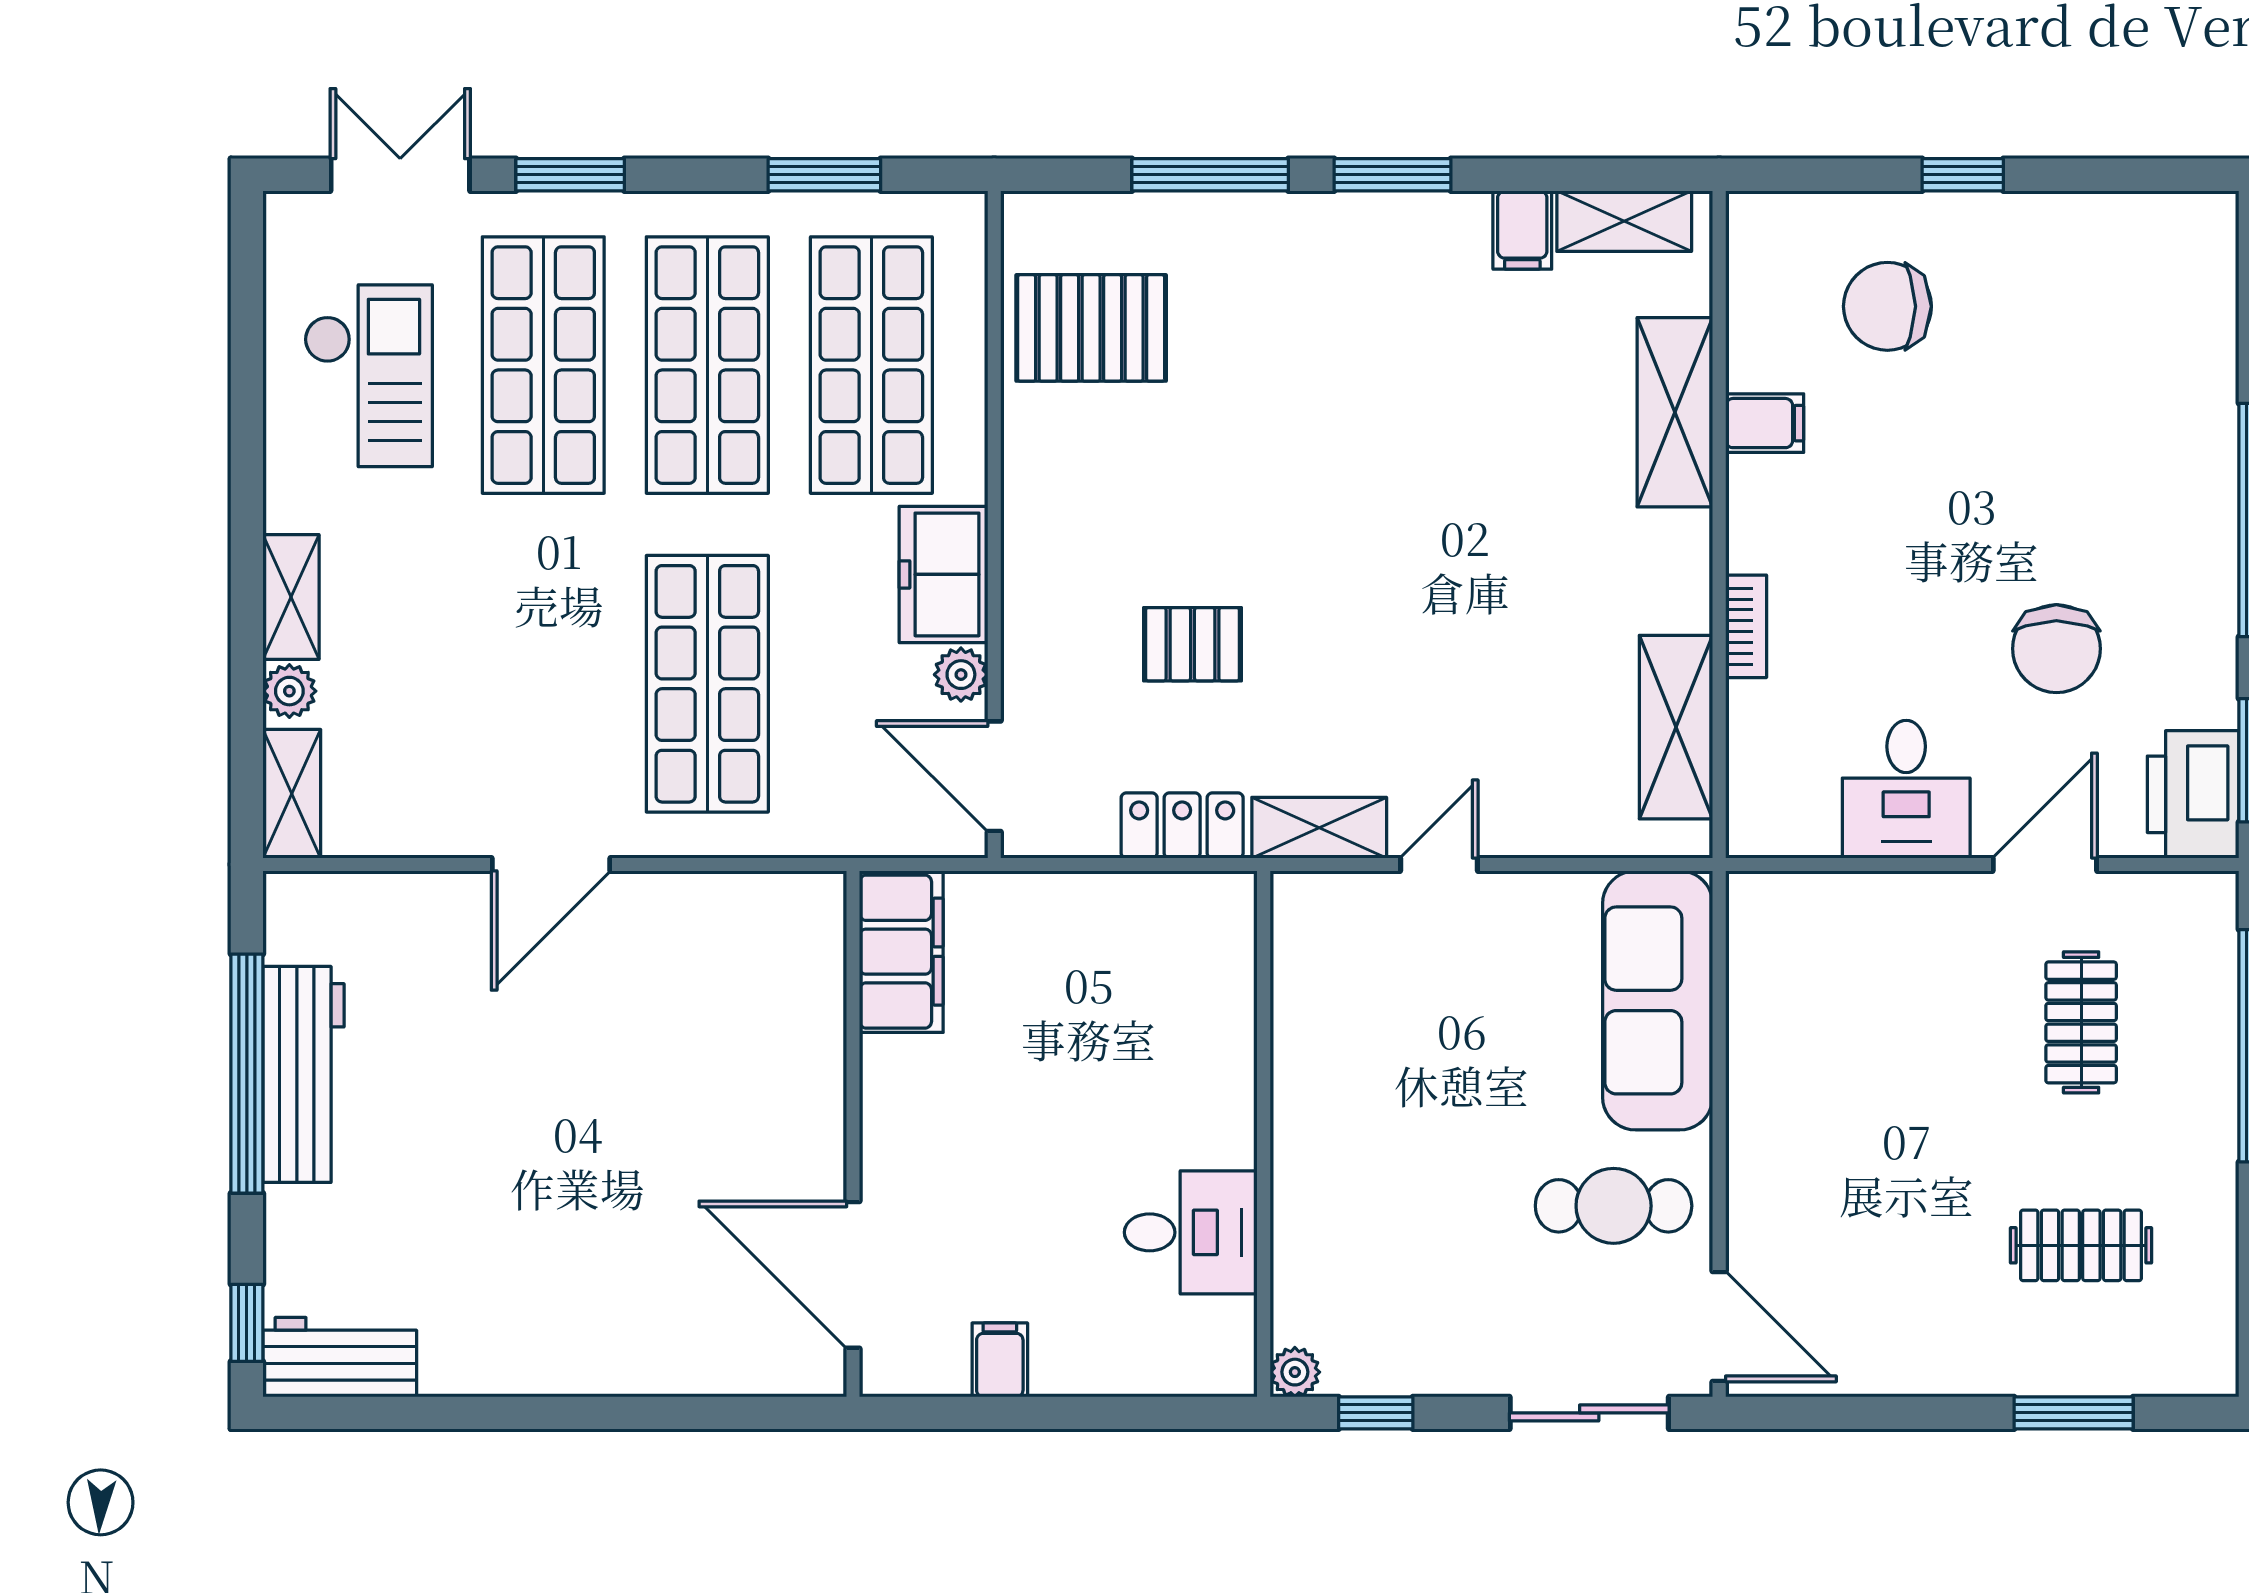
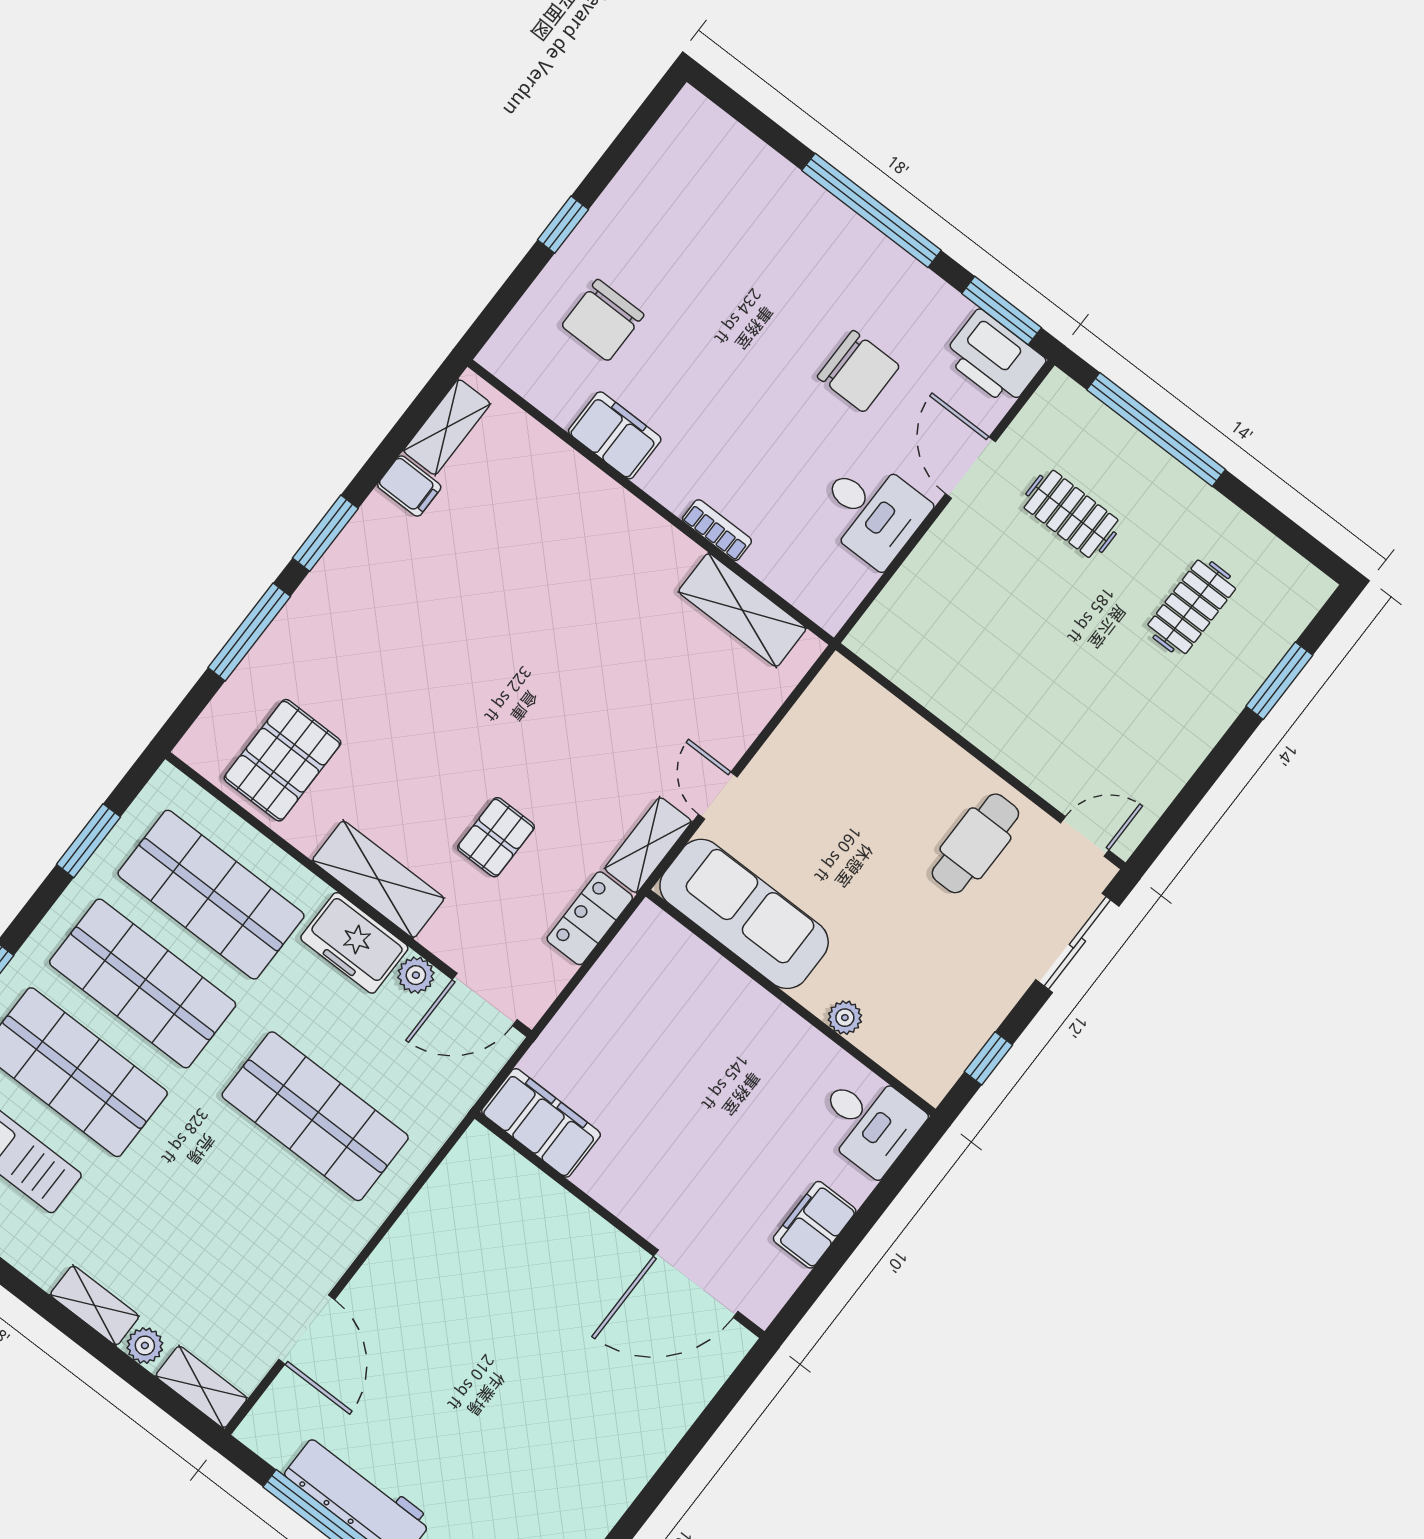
shelving: (1675, 412) -> (378, 879), moved
filing cabinet: (1765, 423) -> (615, 435), width x2.00
door: (551, 864) -> (307, 1330), moved
sofa: (1658, 1000) -> (744, 914), moved, turned 180
desk: (1191, 1232) -> (869, 1122), moved, turned 90
door: (1719, 1326) -> (1085, 836), width x0.73
filing cabinet: (1000, 1360) -> (815, 1225), width x2.00
plant: (1295, 1372) -> (845, 1018), moved

